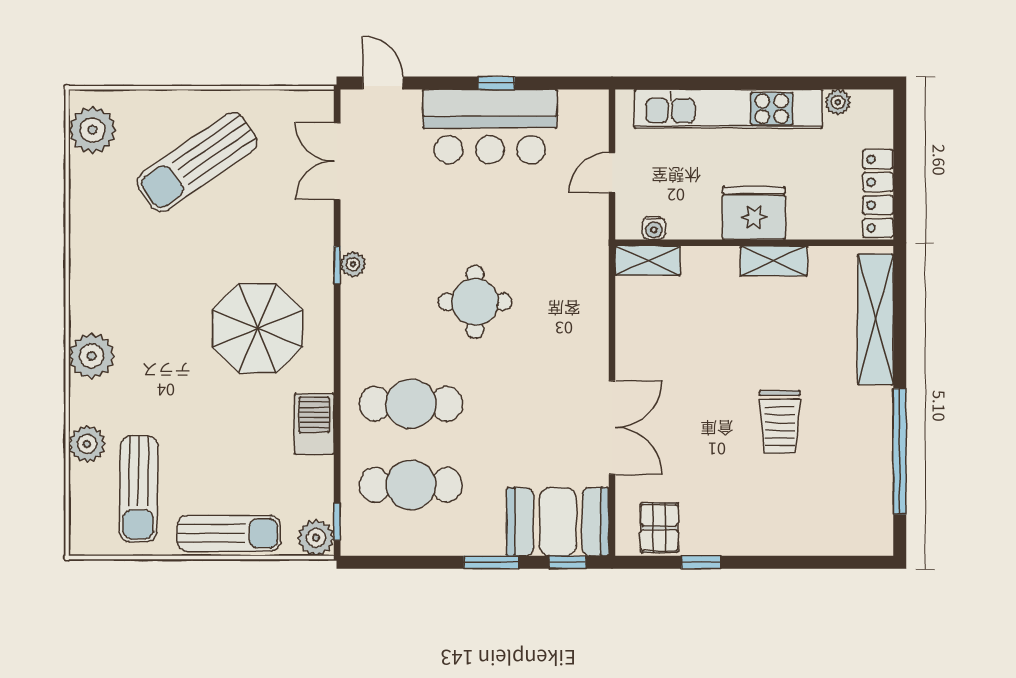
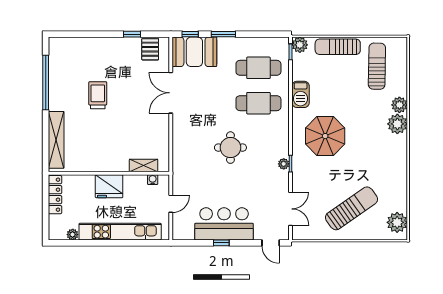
shelving: (648, 261) -> (144, 166), moved
shelving: (774, 261) -> (100, 165), removed
plant: (87, 444) -> (399, 105), moved

